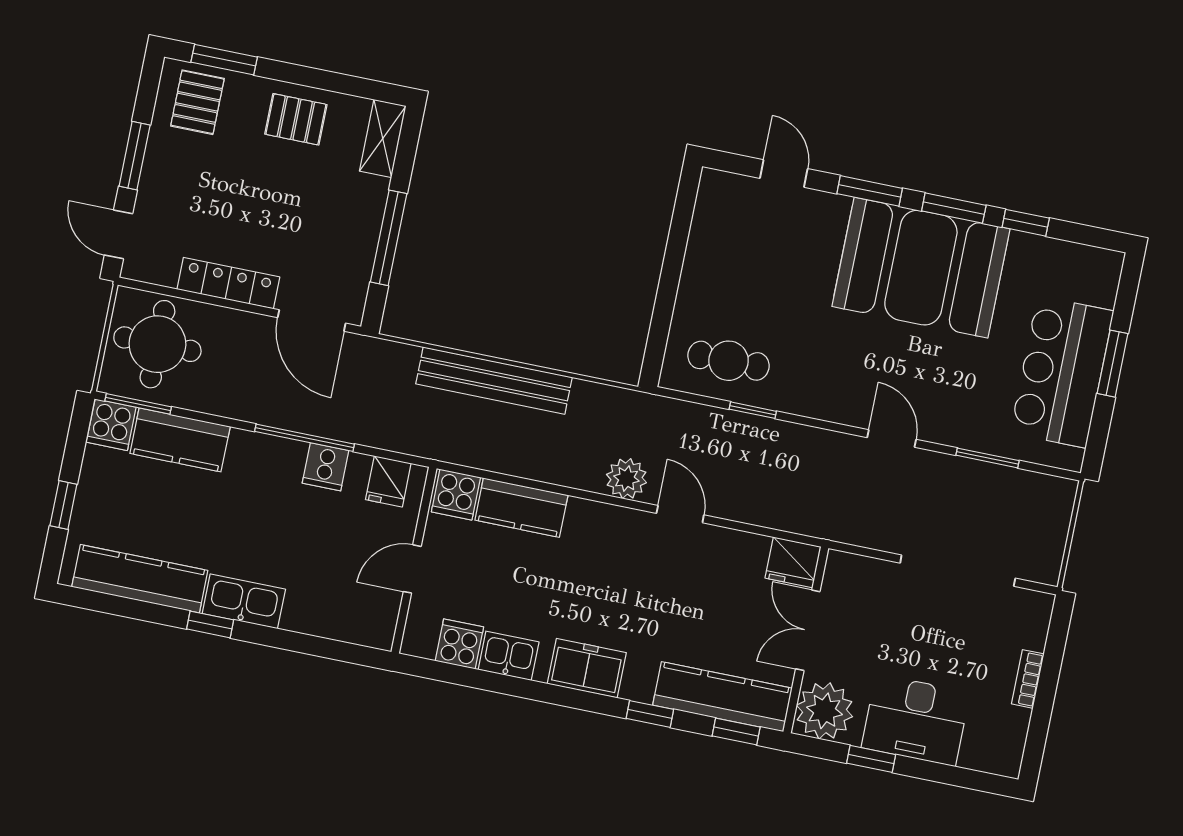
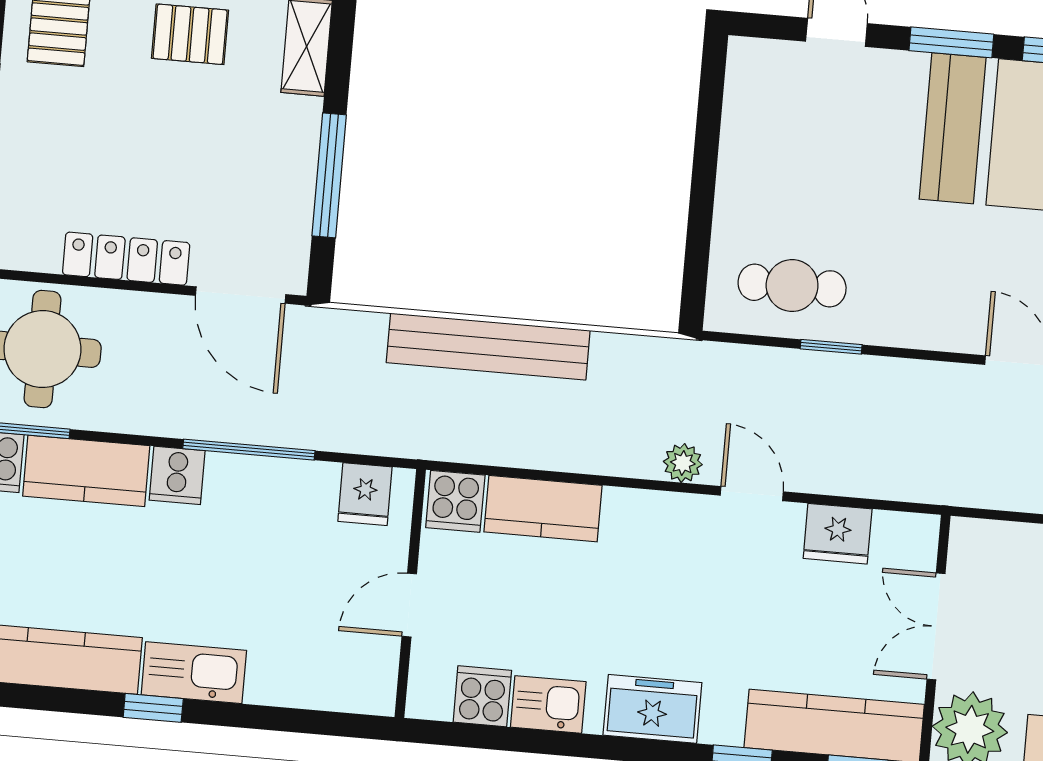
cooker: (326, 467) -> (177, 475), moved
plant: (626, 479) -> (683, 463), width x0.73, depth x0.73
fridge: (793, 562) -> (838, 534), moved

